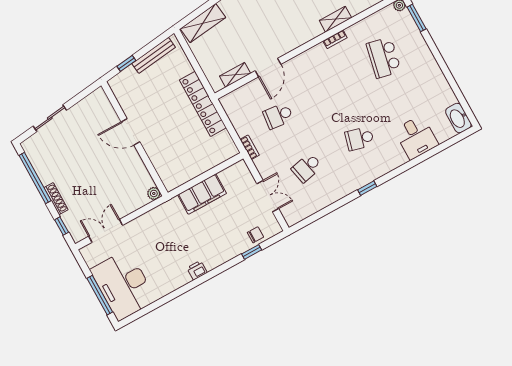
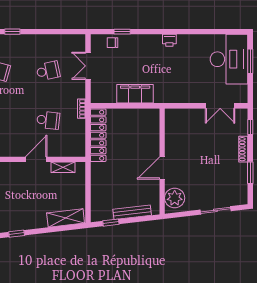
bench: (154, 55) -> (132, 212), moved
window: (126, 63) -> (111, 223), moved
locker: (203, 104) -> (98, 135), moved
door: (131, 132) -> (162, 168), swing flipped
window: (35, 178) -> (250, 173), width x0.47
plant: (154, 193) -> (175, 198), moved, width x1.87, depth x1.87
window: (100, 295) -> (250, 61), width x0.69

